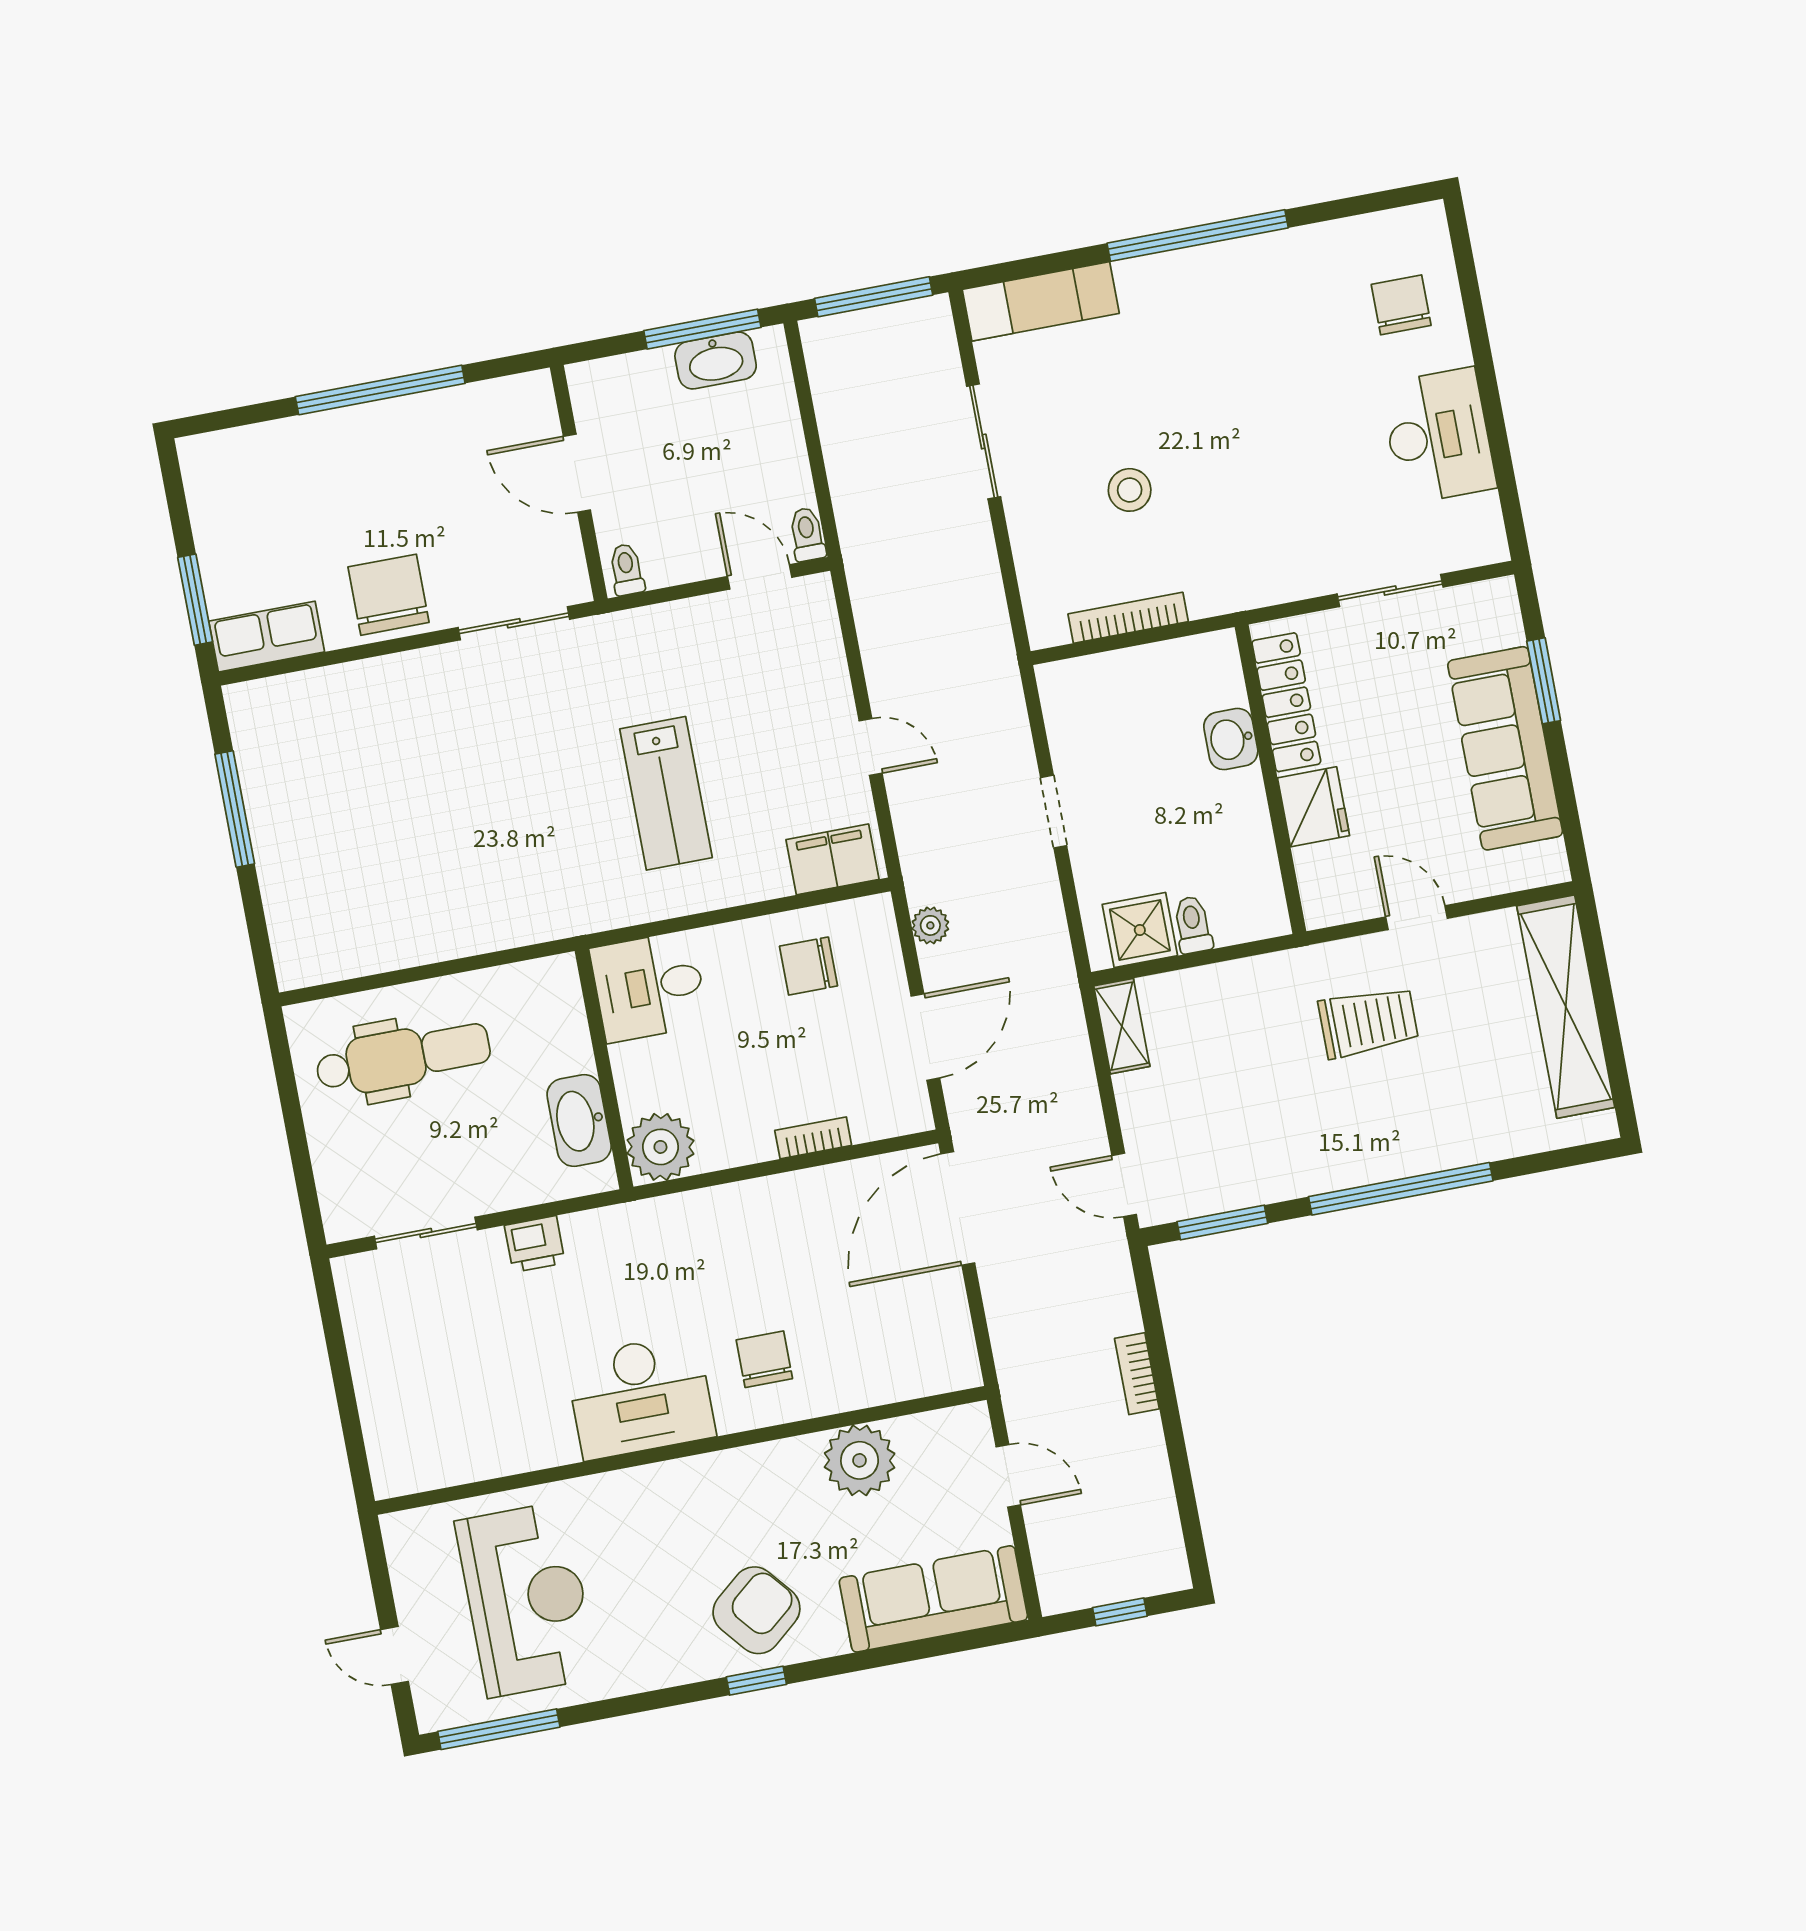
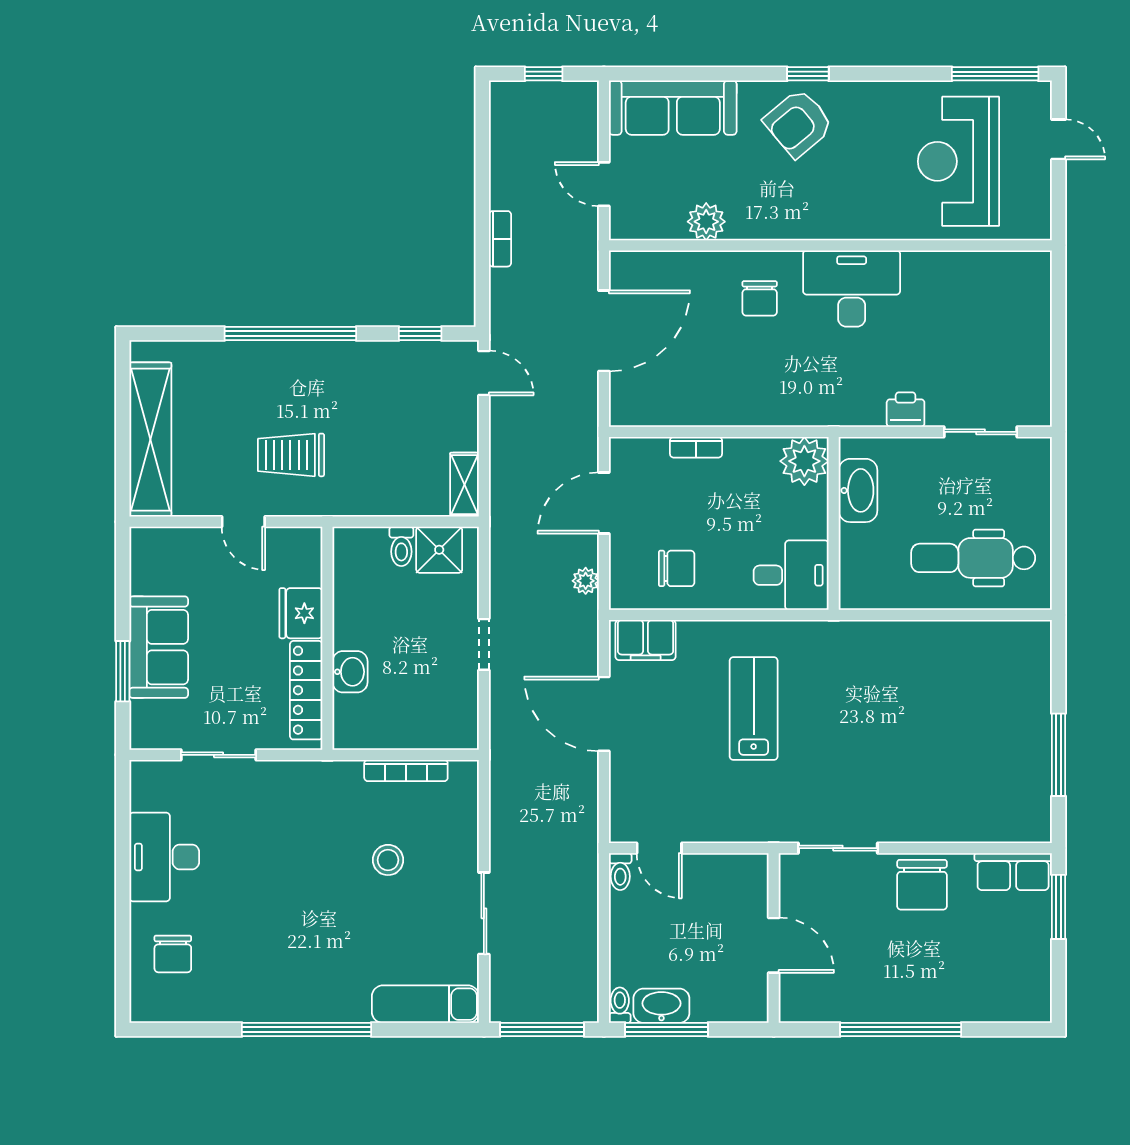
toilet: (627, 570) -> (620, 1005), moved, turned 180
door: (871, 747) -> (604, 714), width x1.87
sofa: (1505, 748) -> (159, 647), width x0.73
door: (958, 1208) -> (604, 331), moved
window: (1222, 1222) -> (420, 334), width x0.67
plant: (860, 1460) -> (706, 222), width x0.73, depth x0.73

